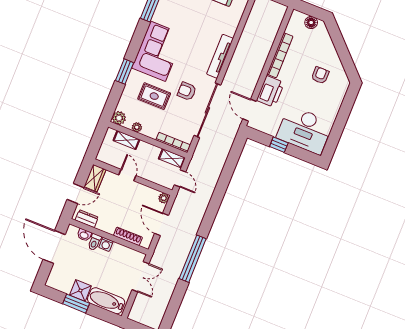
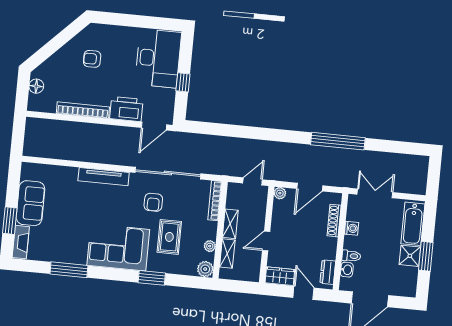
shelving: (172, 158) -> (230, 224), moved
washing machine: (106, 244) -> (352, 228), moved

